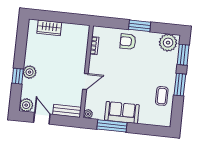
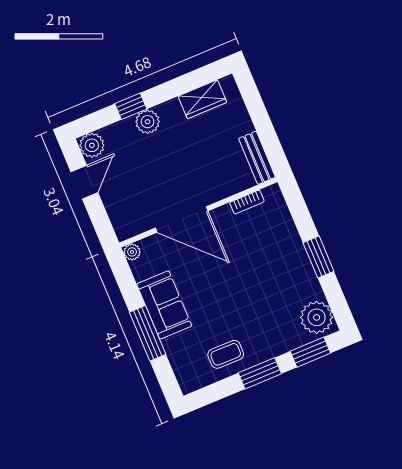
wardrobe: (49, 28) -> (202, 99), moved, turned -90
armchair: (128, 42) -> (283, 252), removed
door: (85, 82) -> (182, 219), width x1.87
bench: (67, 111) -> (257, 158), moved
window: (112, 126) -> (148, 333), moved

